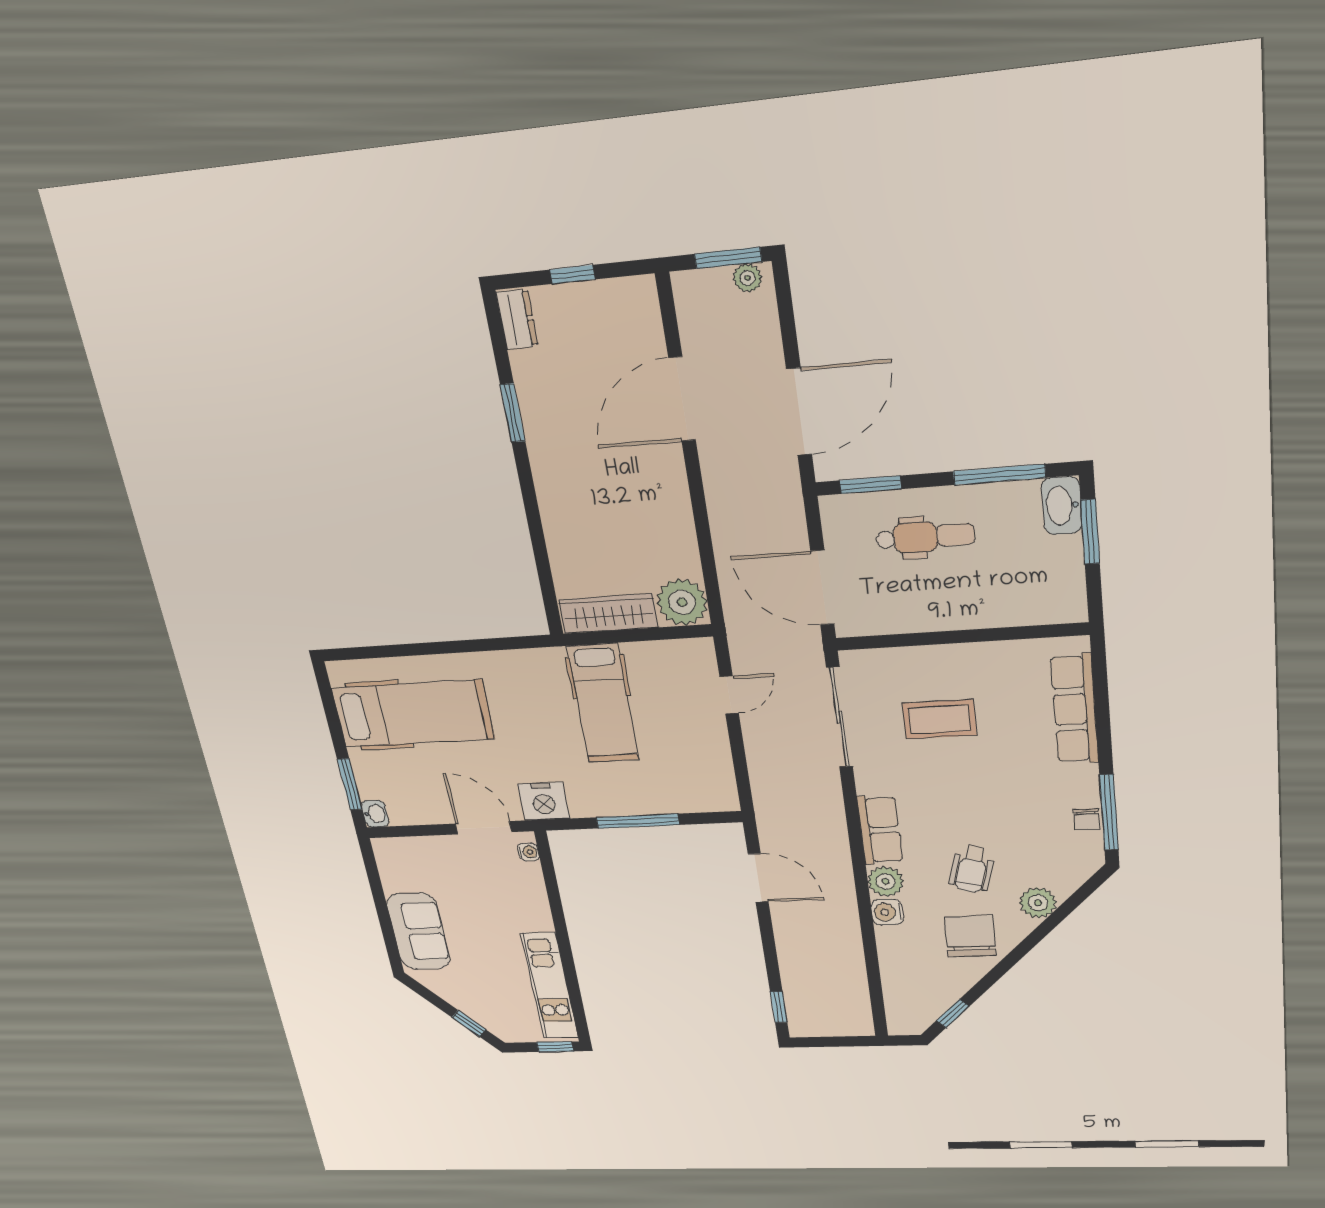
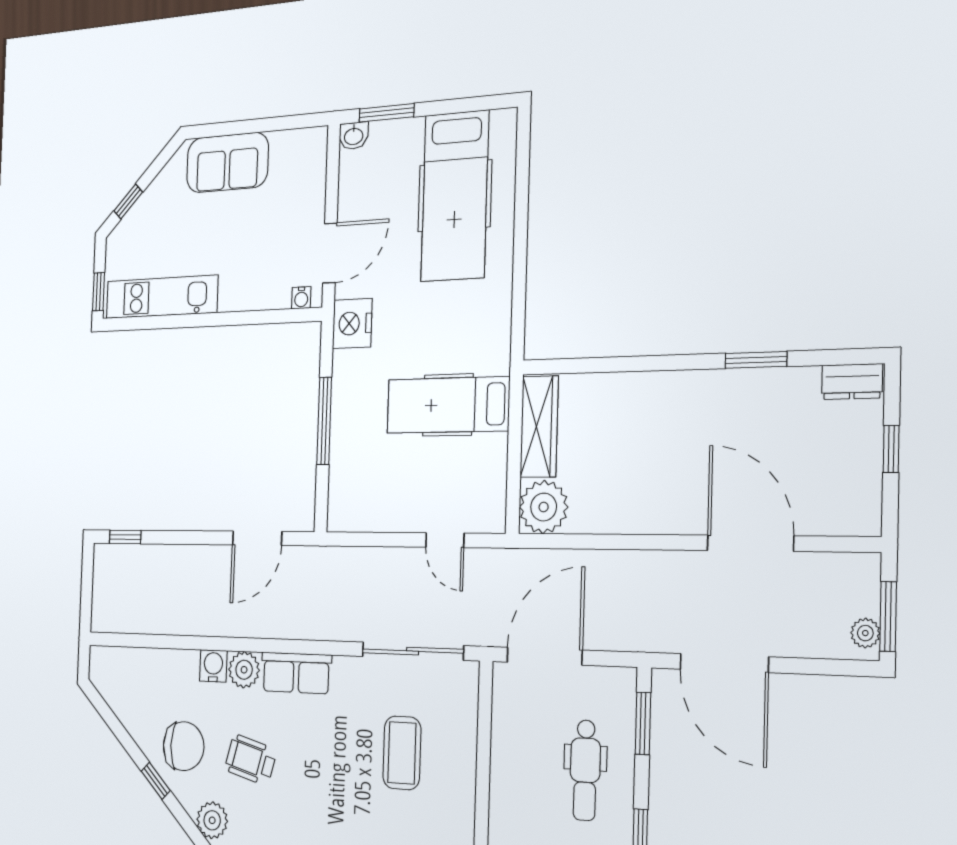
window: (953, 1014) -> (156, 781), moved

